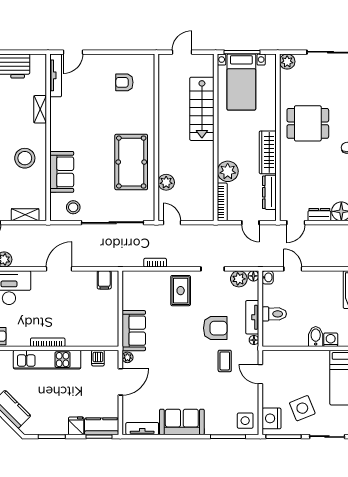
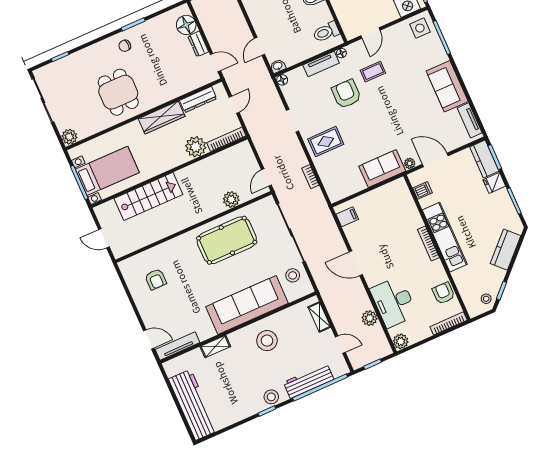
sofa: (62, 172) -> (247, 305), width x1.85, depth x1.27
plant: (239, 279) -> (291, 92), removed
toilet: (274, 314) -> (326, 32), moved, turned -90

